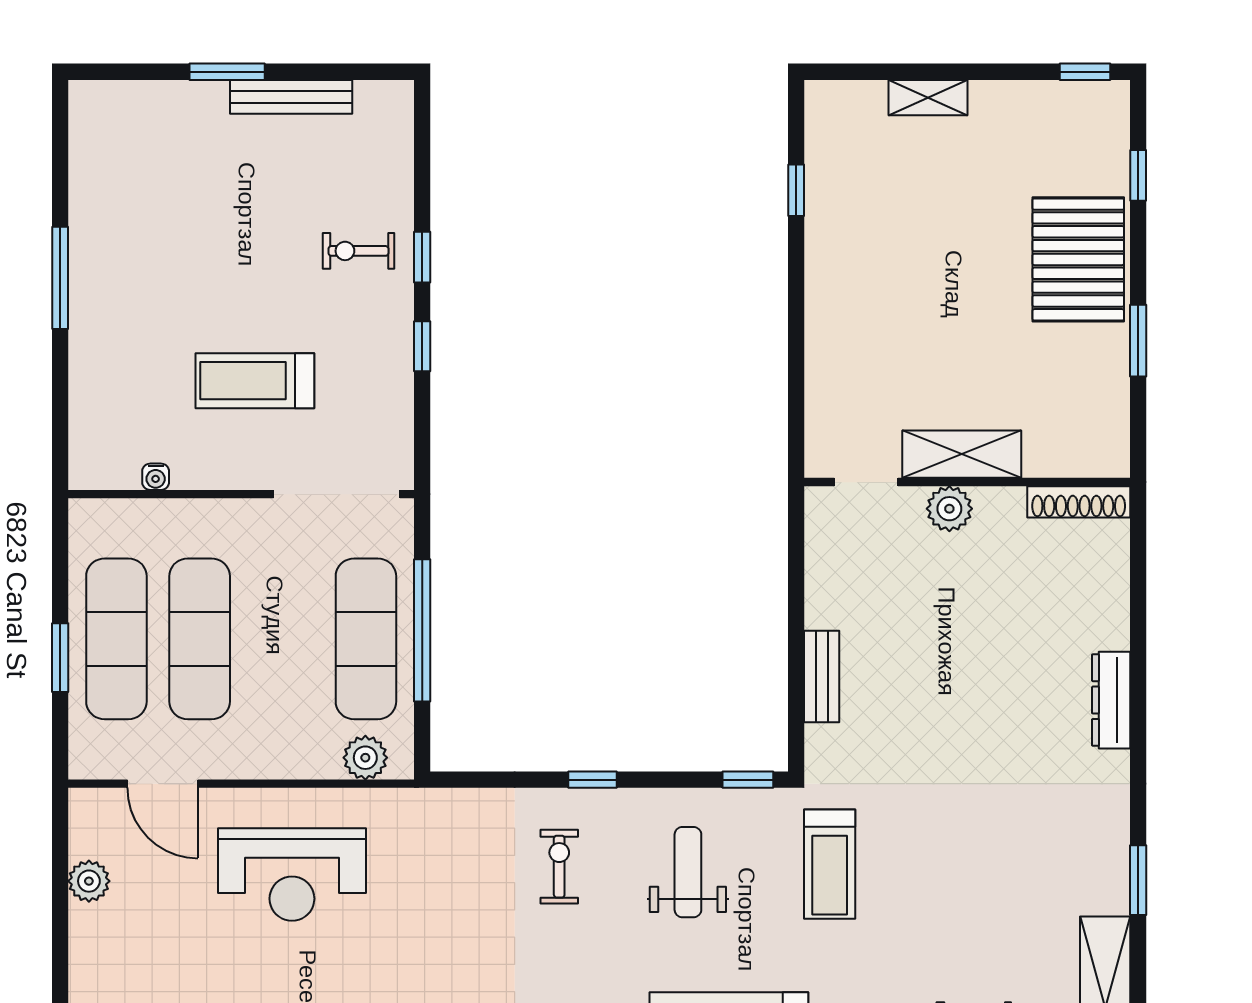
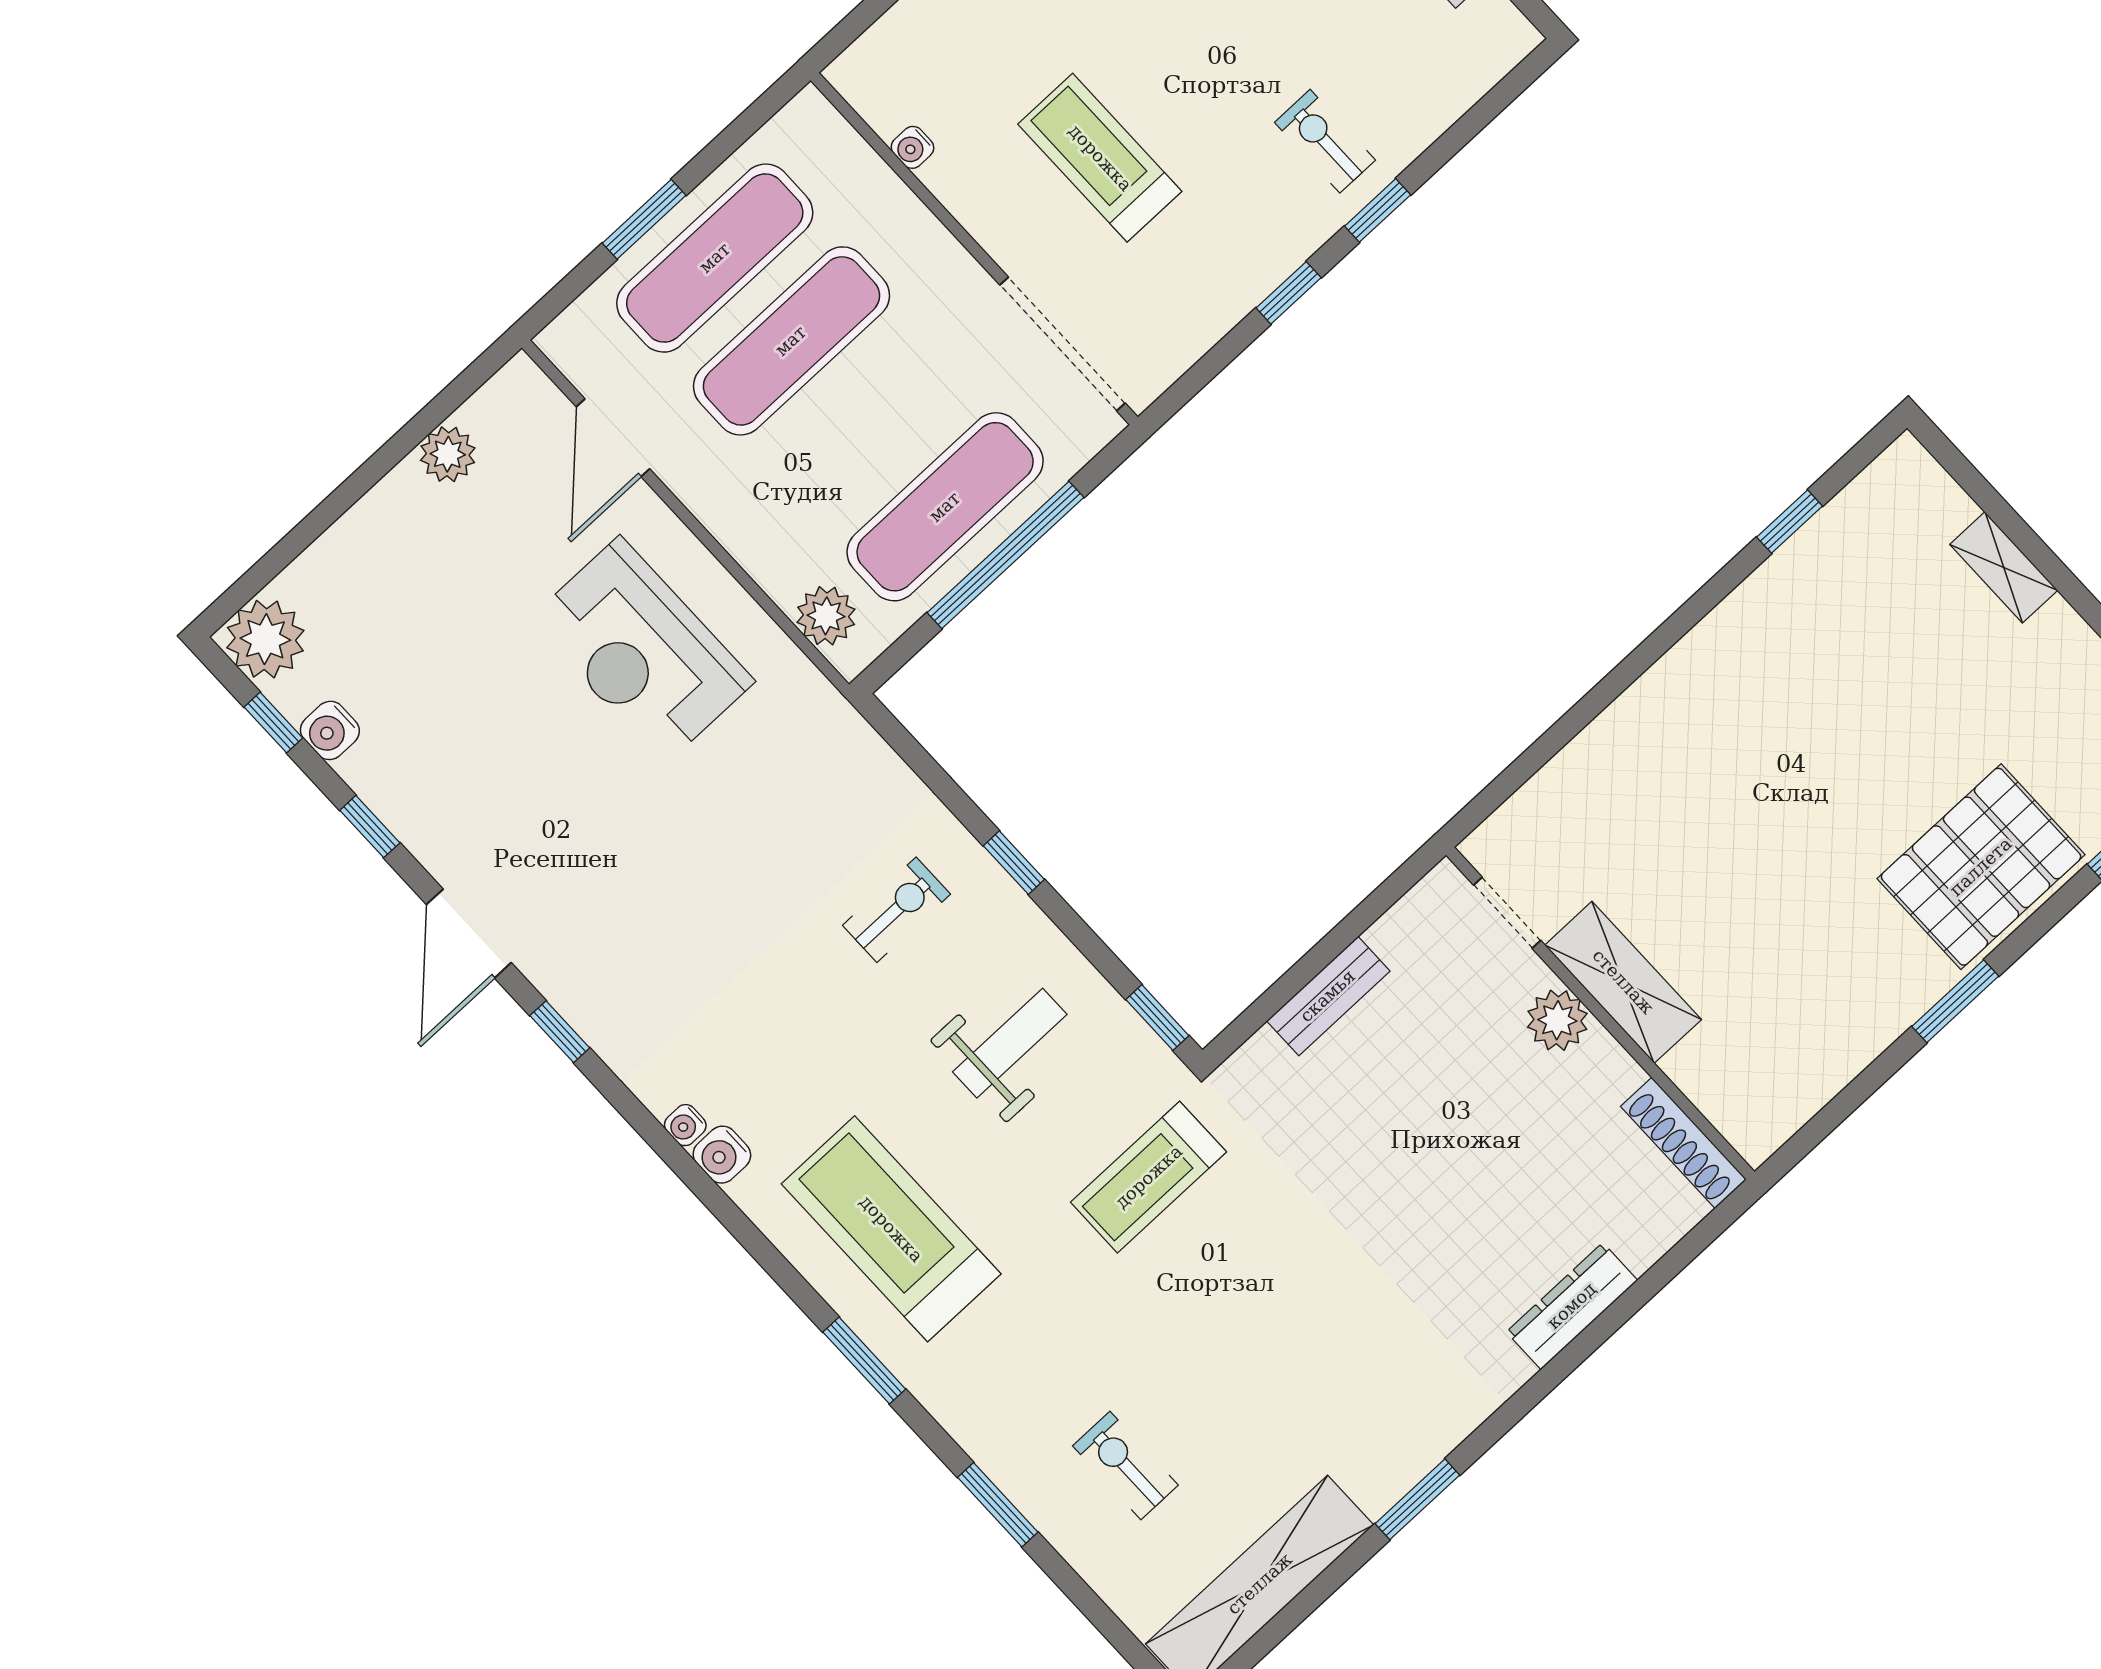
shelving: (962, 454) -> (1623, 982), moved
doorway: (866, 482) -> (1507, 913), moved
wall: (967, 482) -> (1600, 1013), moved
shoe rack: (1079, 502) -> (1684, 1143), moved
plant: (949, 509) -> (1557, 1020), moved

